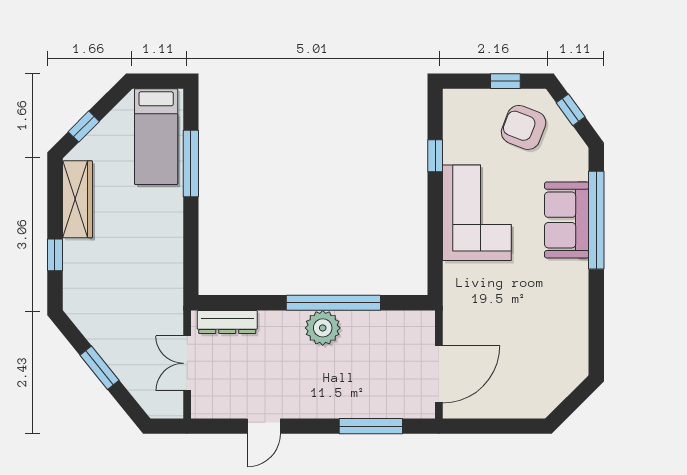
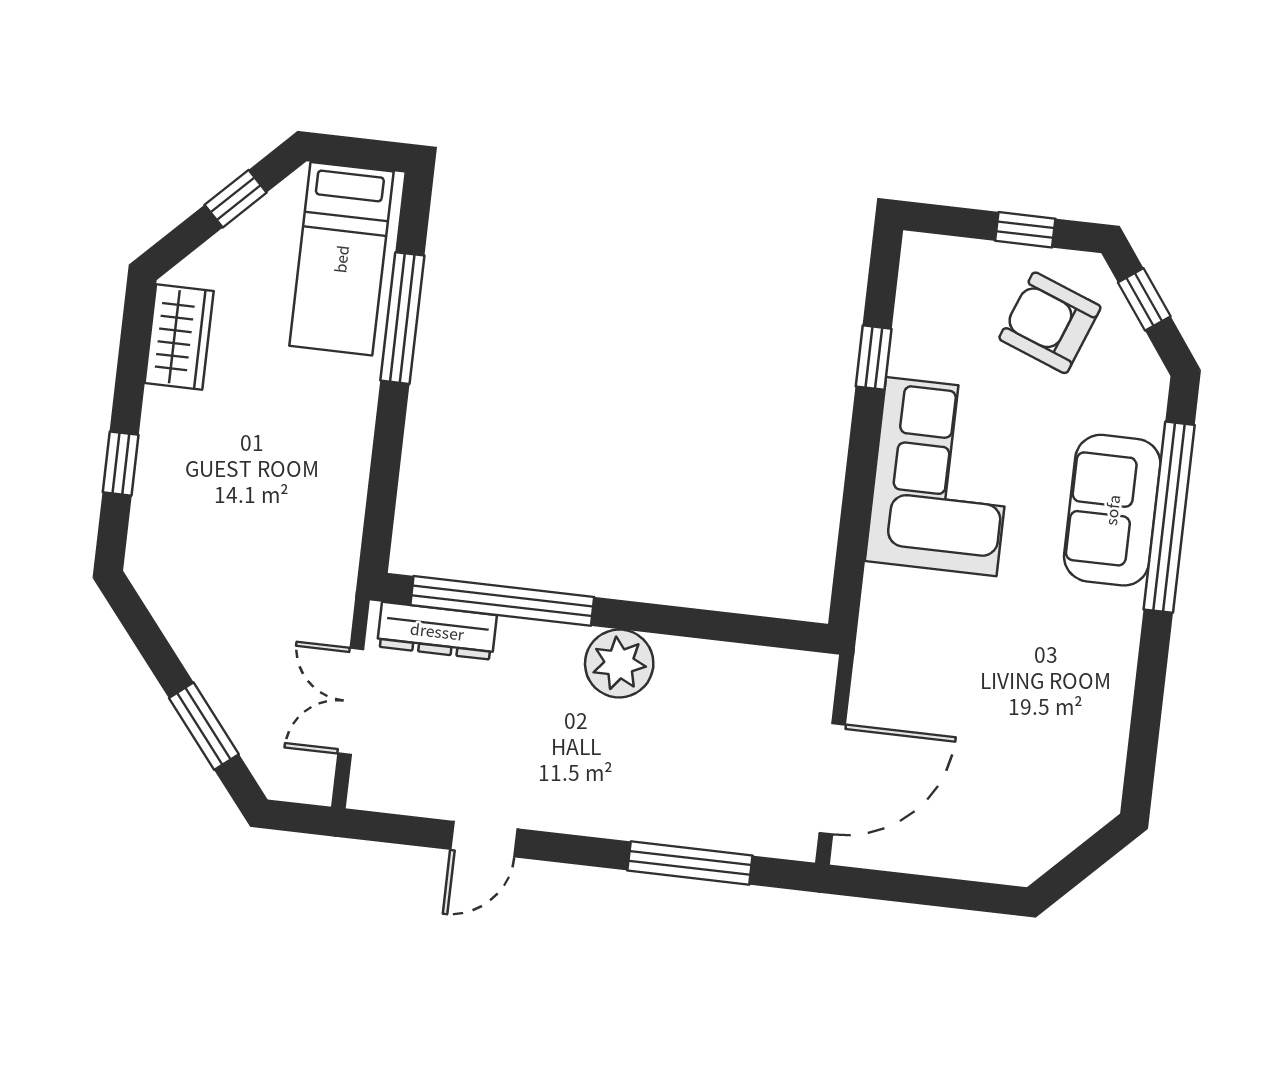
window: (84, 127) -> (236, 199), moved
wardrobe: (77, 199) -> (179, 337), width x0.67
window: (333, 303) -> (502, 601), moved
window: (100, 368) -> (204, 726), moved

